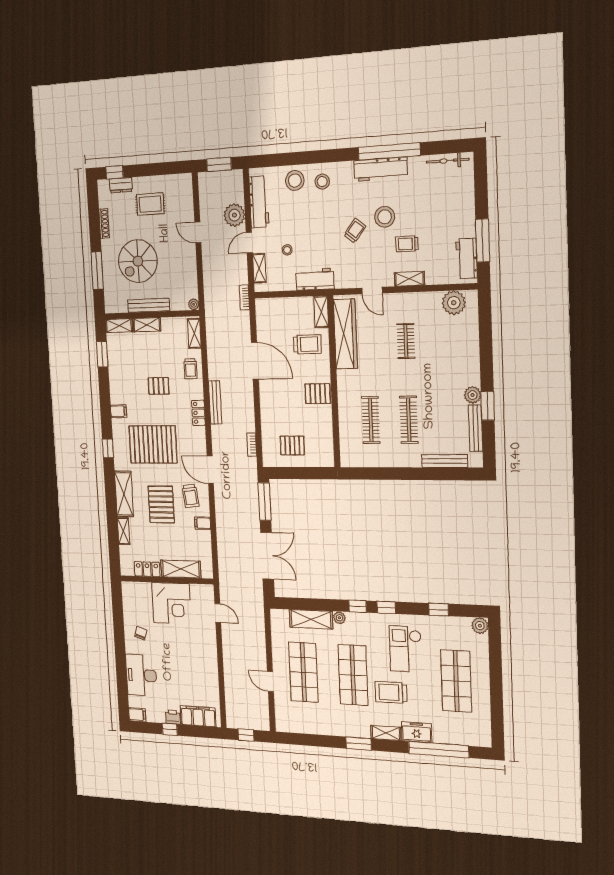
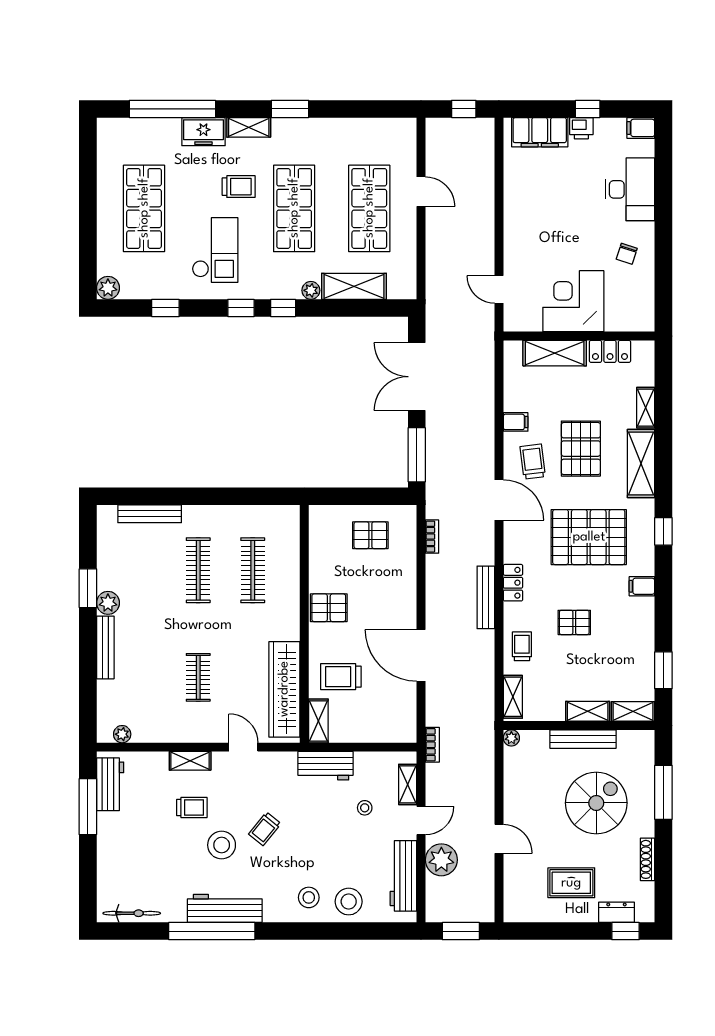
plant: (454, 303) -> (122, 734), width x0.53, depth x0.53
bench: (476, 428) -> (105, 647), moved
trolley: (391, 692) -> (239, 187), width x0.73, depth x0.72

